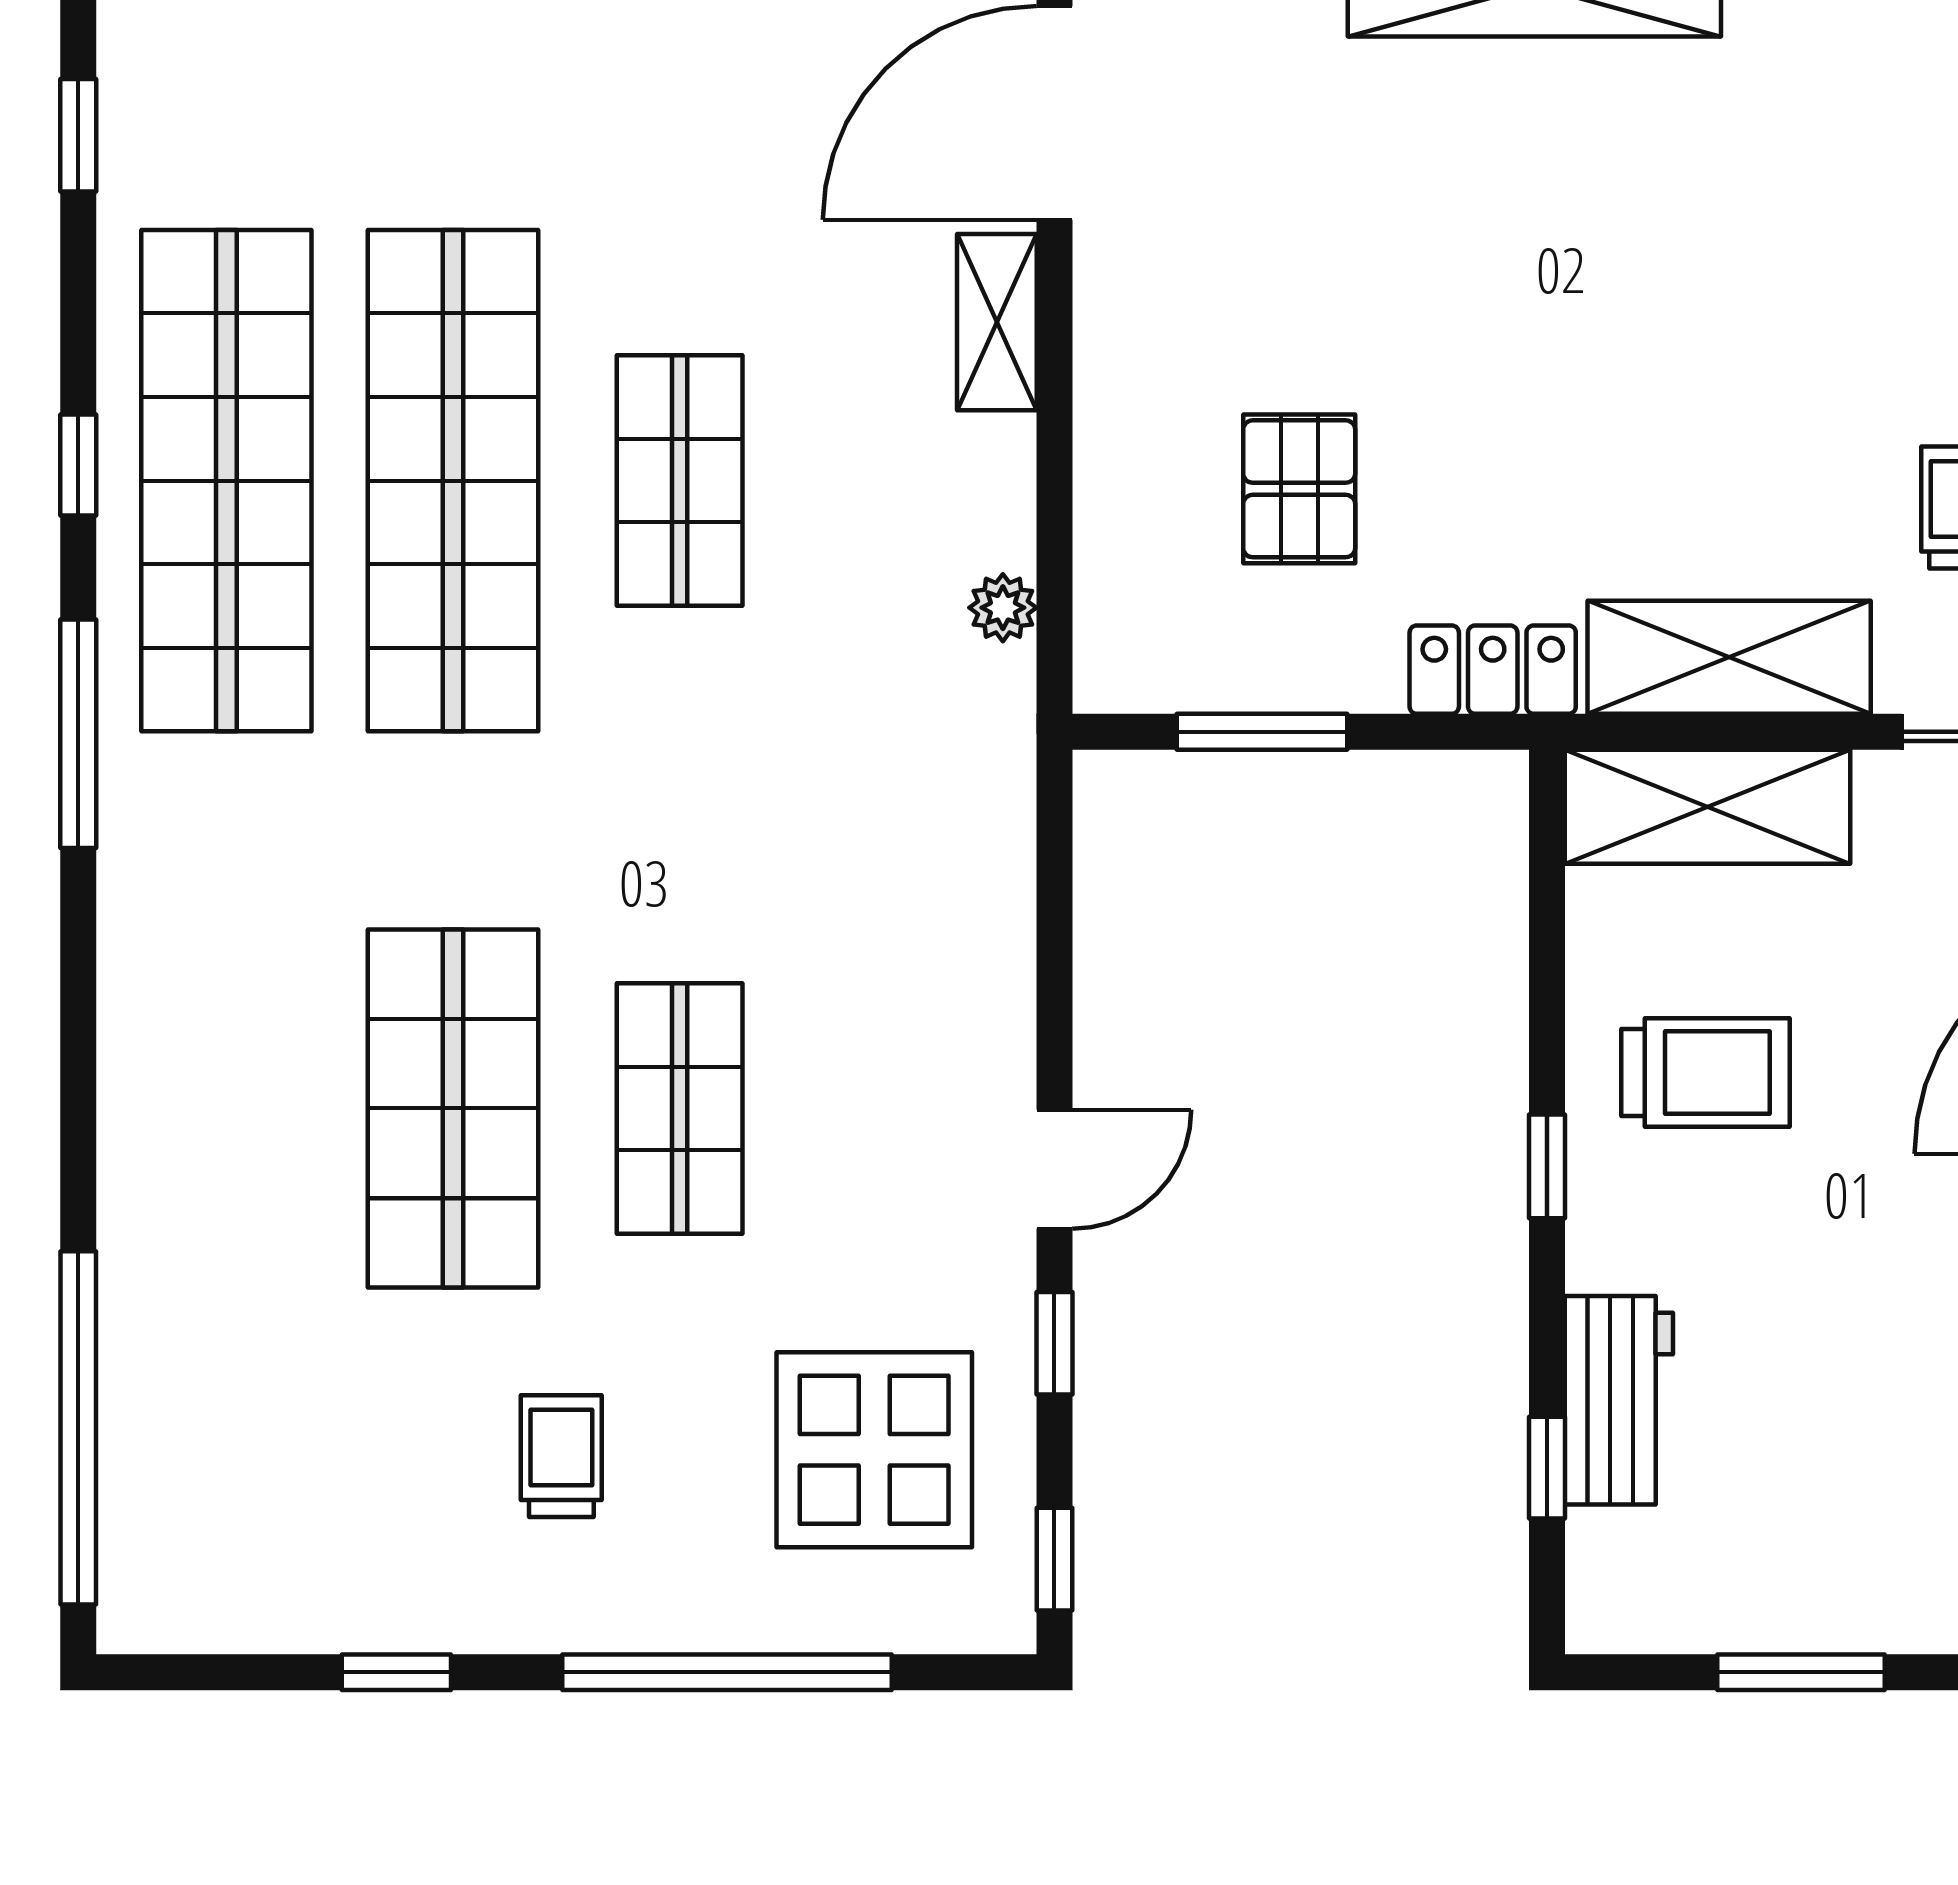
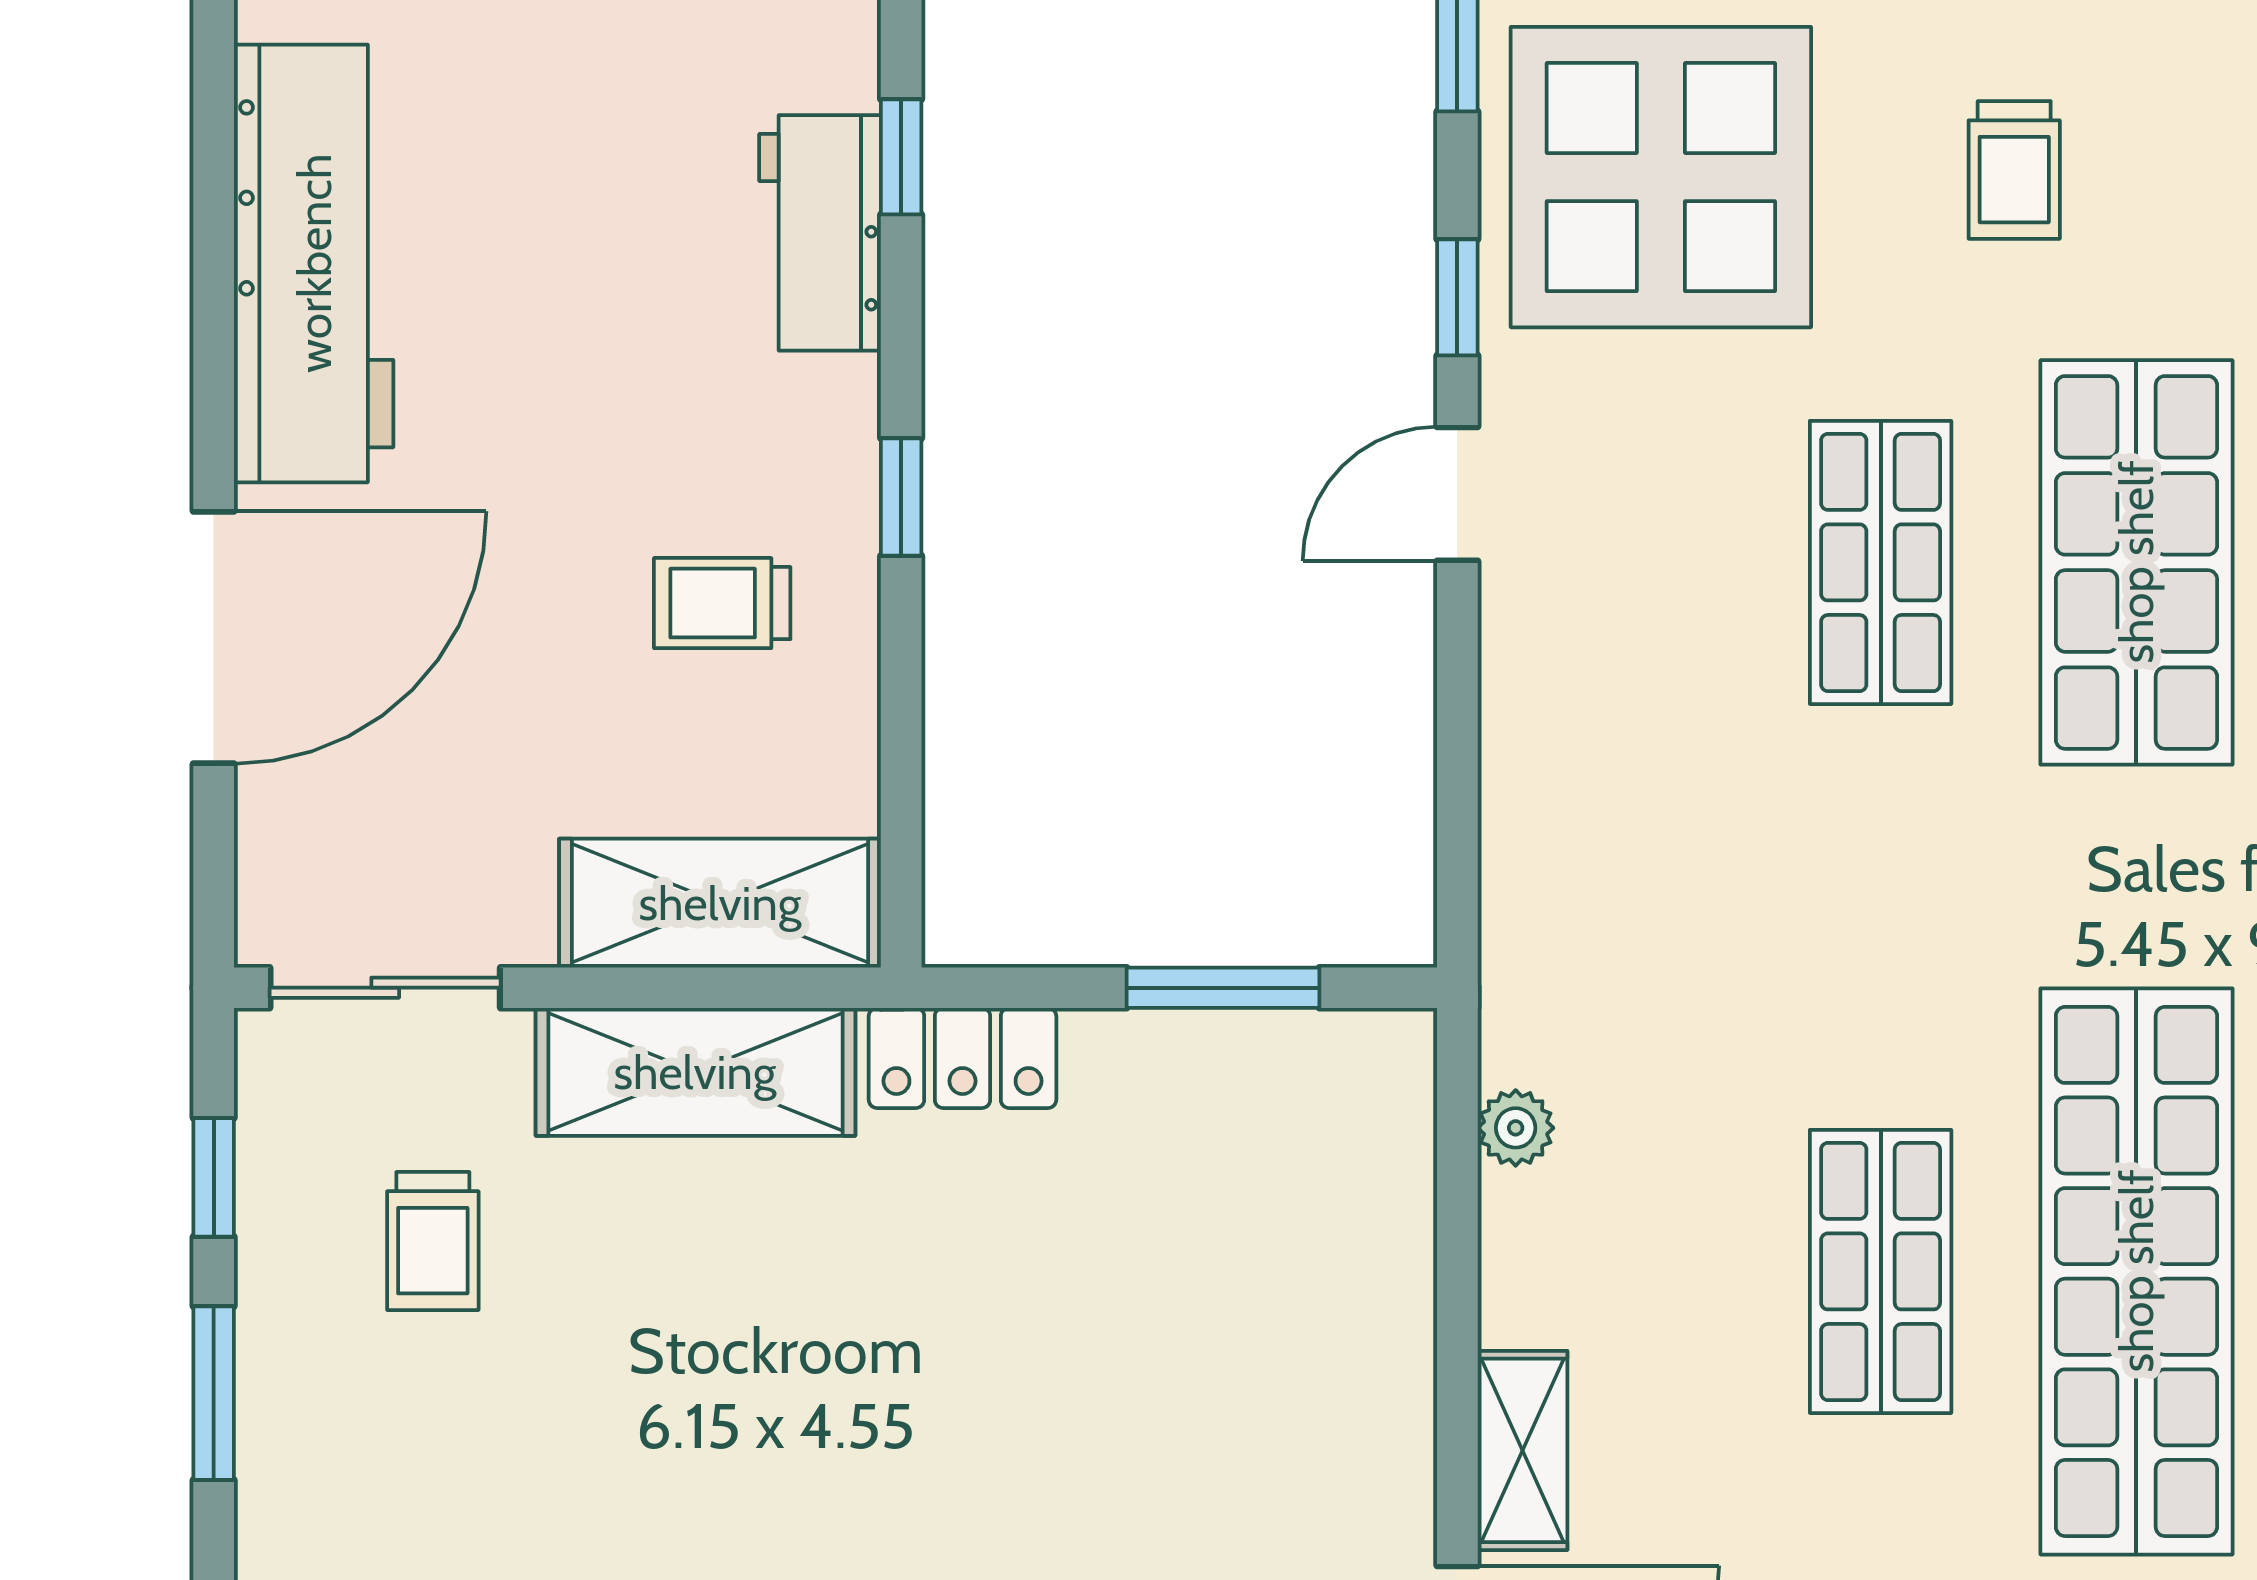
pallet: (1299, 489) -> (1181, 1262), removed
trolley: (1706, 1072) -> (722, 603), width x0.73, depth x0.72
display table: (874, 1450) -> (1661, 177), width x1.36, depth x1.36

